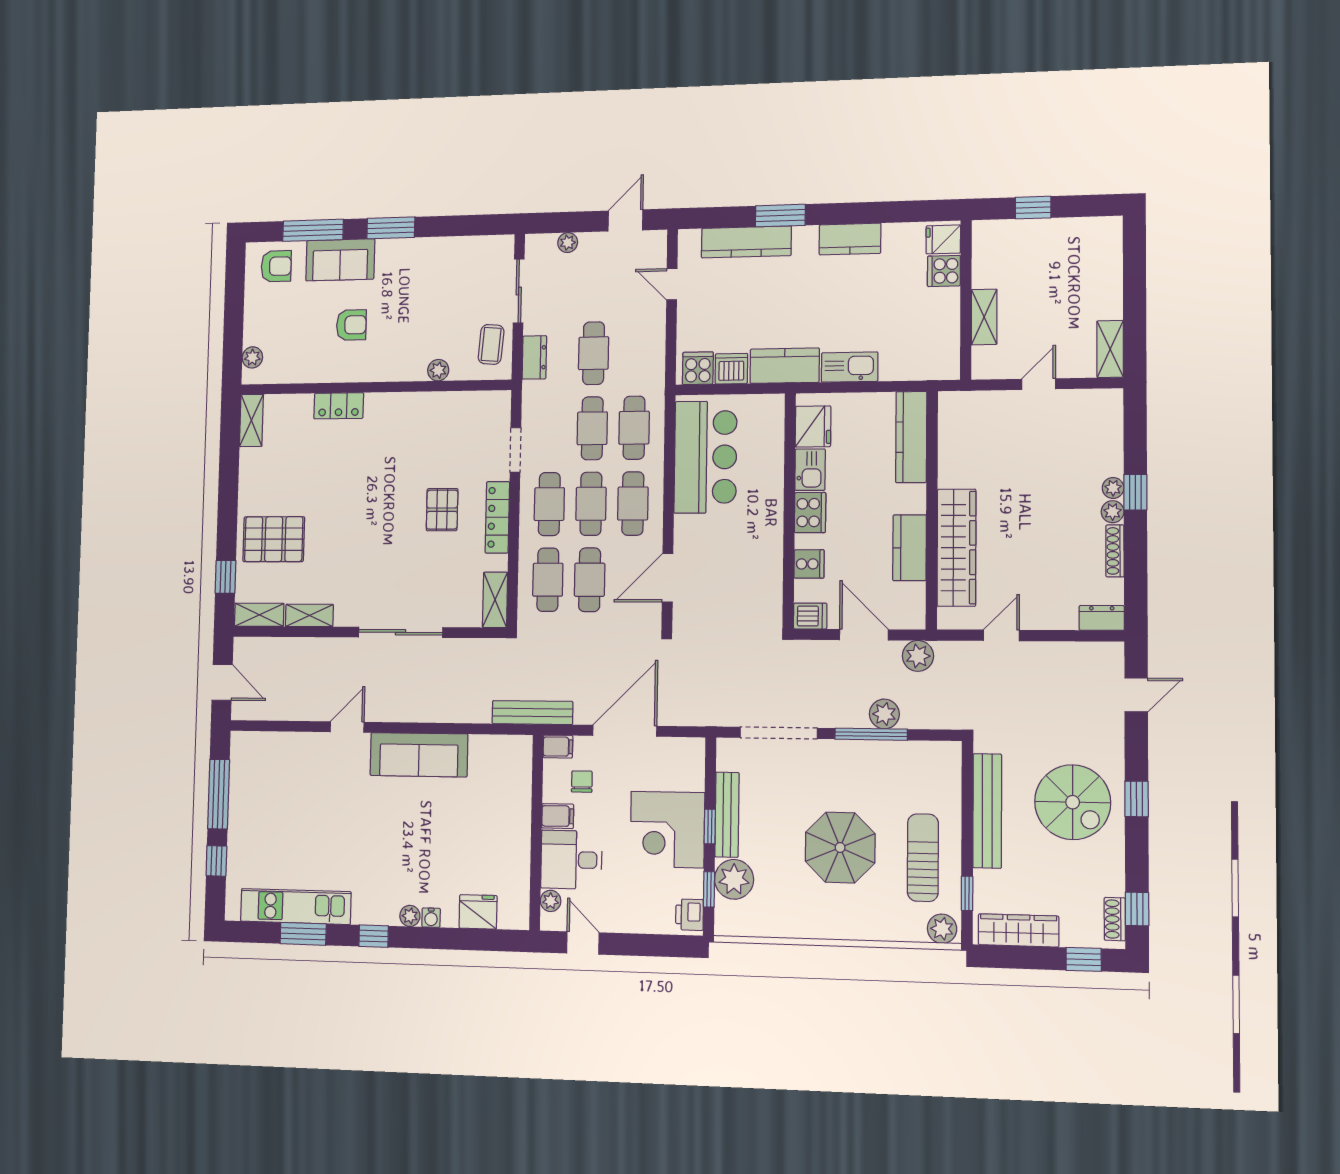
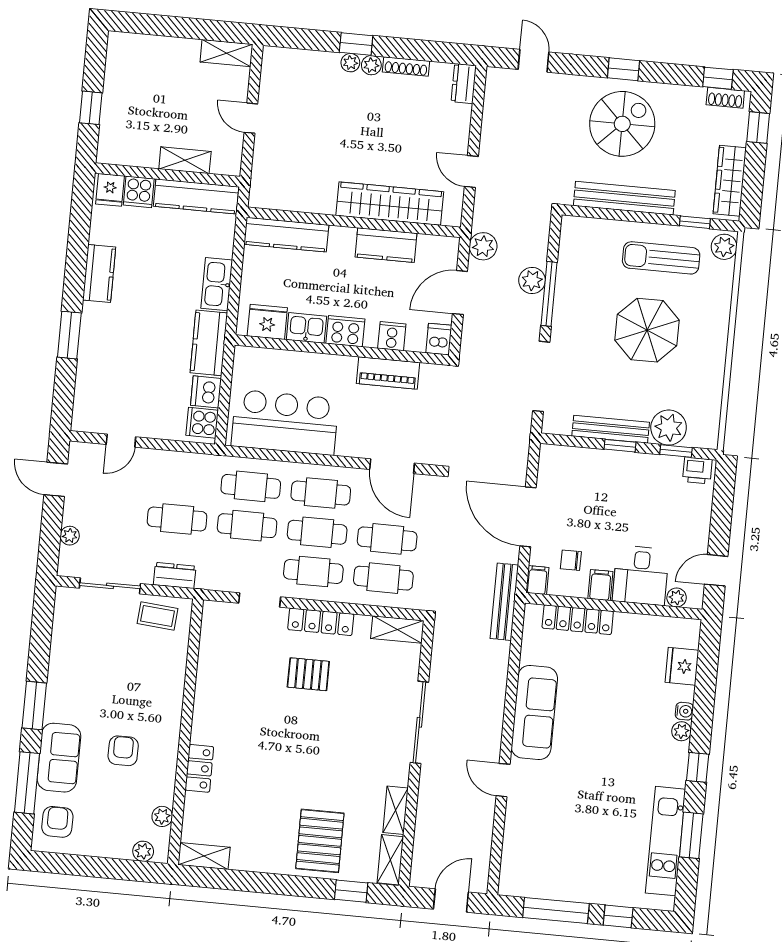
kitchen counter: (746, 242) -> (196, 196), moved, turned 90
plant: (438, 370) -> (162, 816), moved
piano: (768, 564) -> (388, 373), added
locker: (519, 794) -> (578, 620), added
corner desk: (667, 830) -> (620, 485), removed

